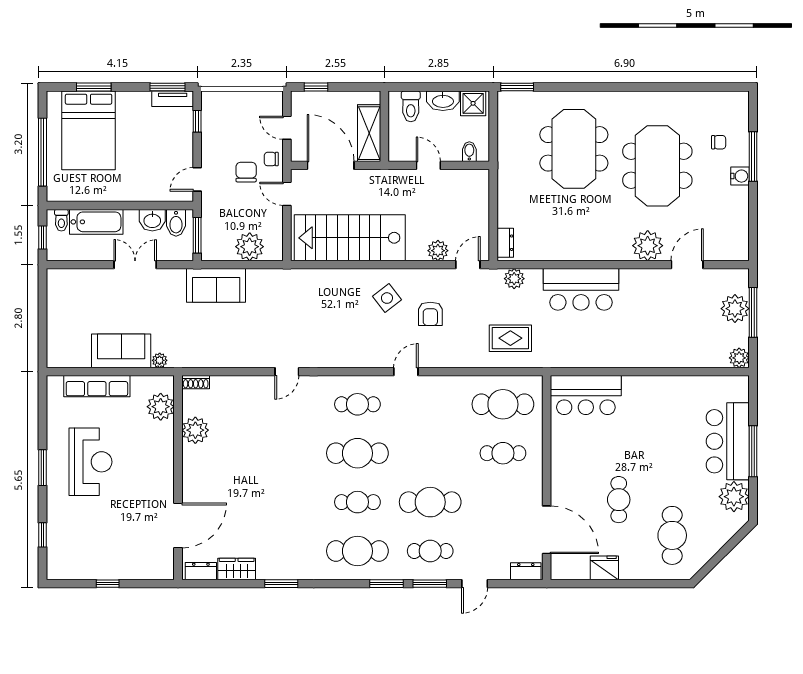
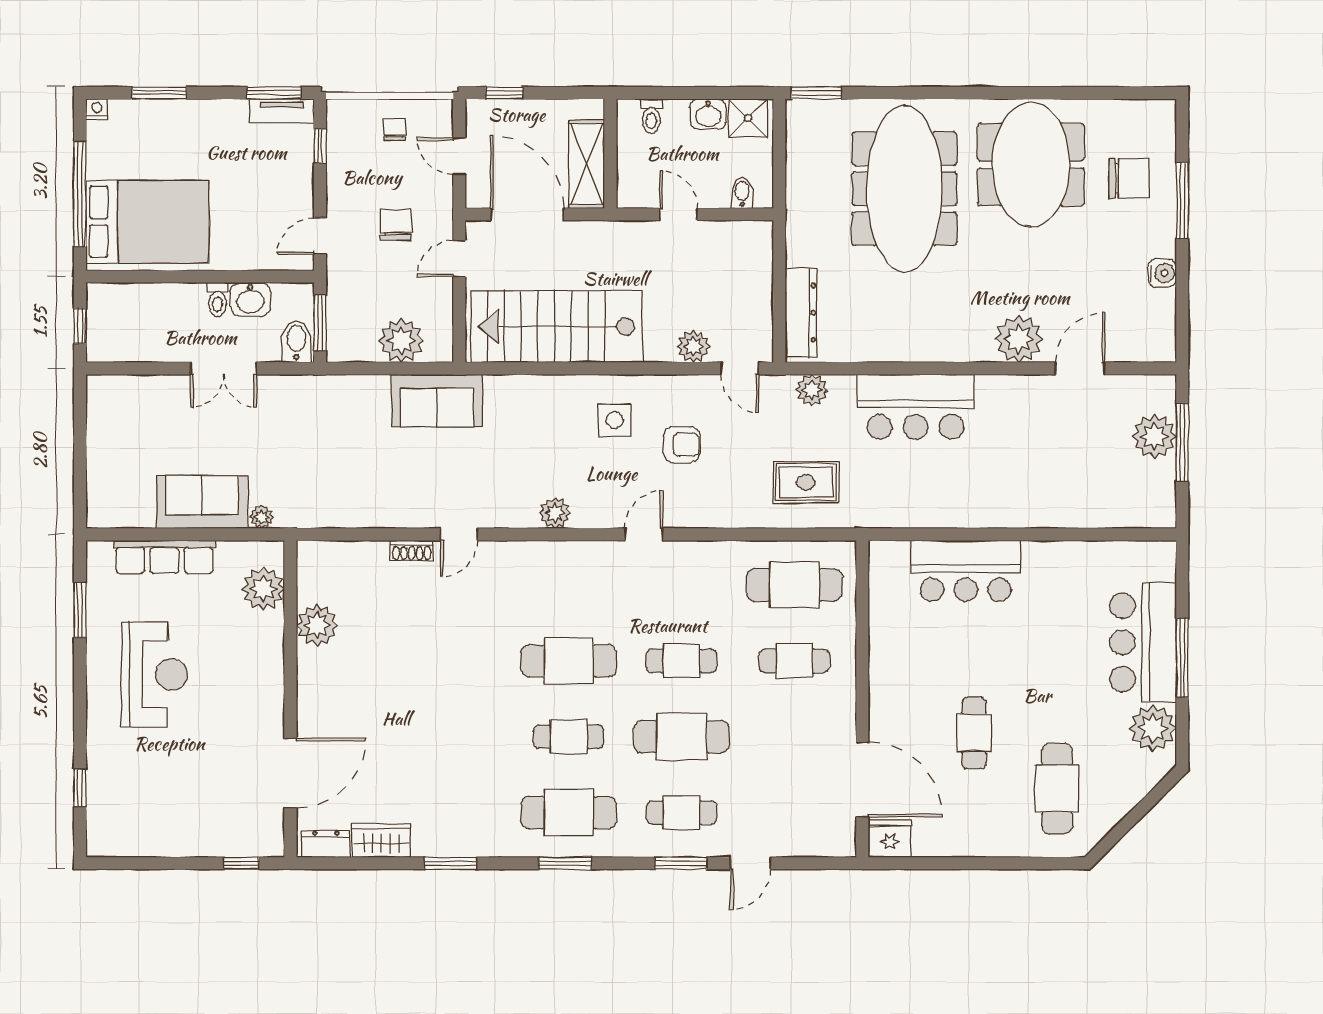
nightstand: (53, 98) -> (97, 109), added
washbasin: (443, 101) -> (708, 114), width x0.72
toilet: (411, 106) -> (651, 116), width x0.73, depth x0.72
bed: (89, 130) -> (147, 222), moved, turned -90
chair: (719, 142) -> (1129, 178), width x1.87, depth x1.87
meeting table: (574, 149) -> (904, 189), width x1.36
chair: (271, 159) -> (395, 130), moved, turned 90
meeting table: (657, 166) -> (1031, 165), moved
water cooler: (740, 176) -> (1162, 273), moved
door: (287, 194) -> (459, 259), hinge flipped
toilet: (61, 220) -> (218, 299), moved
bathtub: (96, 222) -> (163, 302), removed
bidet: (176, 223) -> (296, 342), moved, turned 180
dresser: (505, 243) -> (801, 313), width x1.96, depth x1.24
double door: (135, 265) -> (224, 368), swing flipped
door: (468, 265) -> (740, 368), swing flipped
sofa: (216, 285) -> (437, 401), moved
side table: (387, 298) -> (614, 420), turned 38
armchair: (430, 314) -> (682, 445), turned -90
plant: (739, 358) -> (555, 513), moved
shoe rack: (196, 382) -> (412, 551), moved
bar counter: (586, 395) -> (966, 571), moved
cafe table: (357, 404) -> (681, 661), moved
window: (42, 468) -> (80, 610), moved
fridge: (604, 568) -> (890, 839), moved
dresser: (526, 571) -> (830, 844), removed
window: (108, 584) -> (241, 863), moved
window: (387, 584) -> (565, 863), moved

